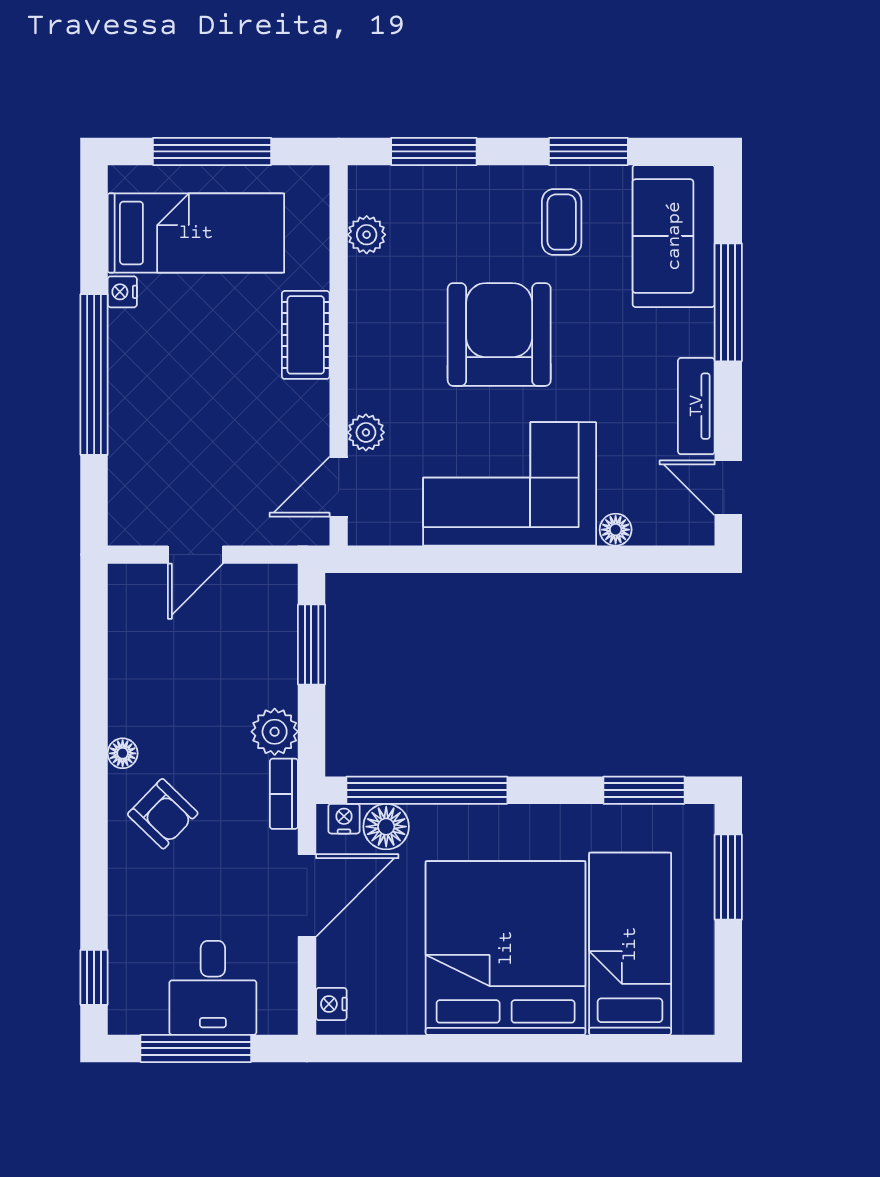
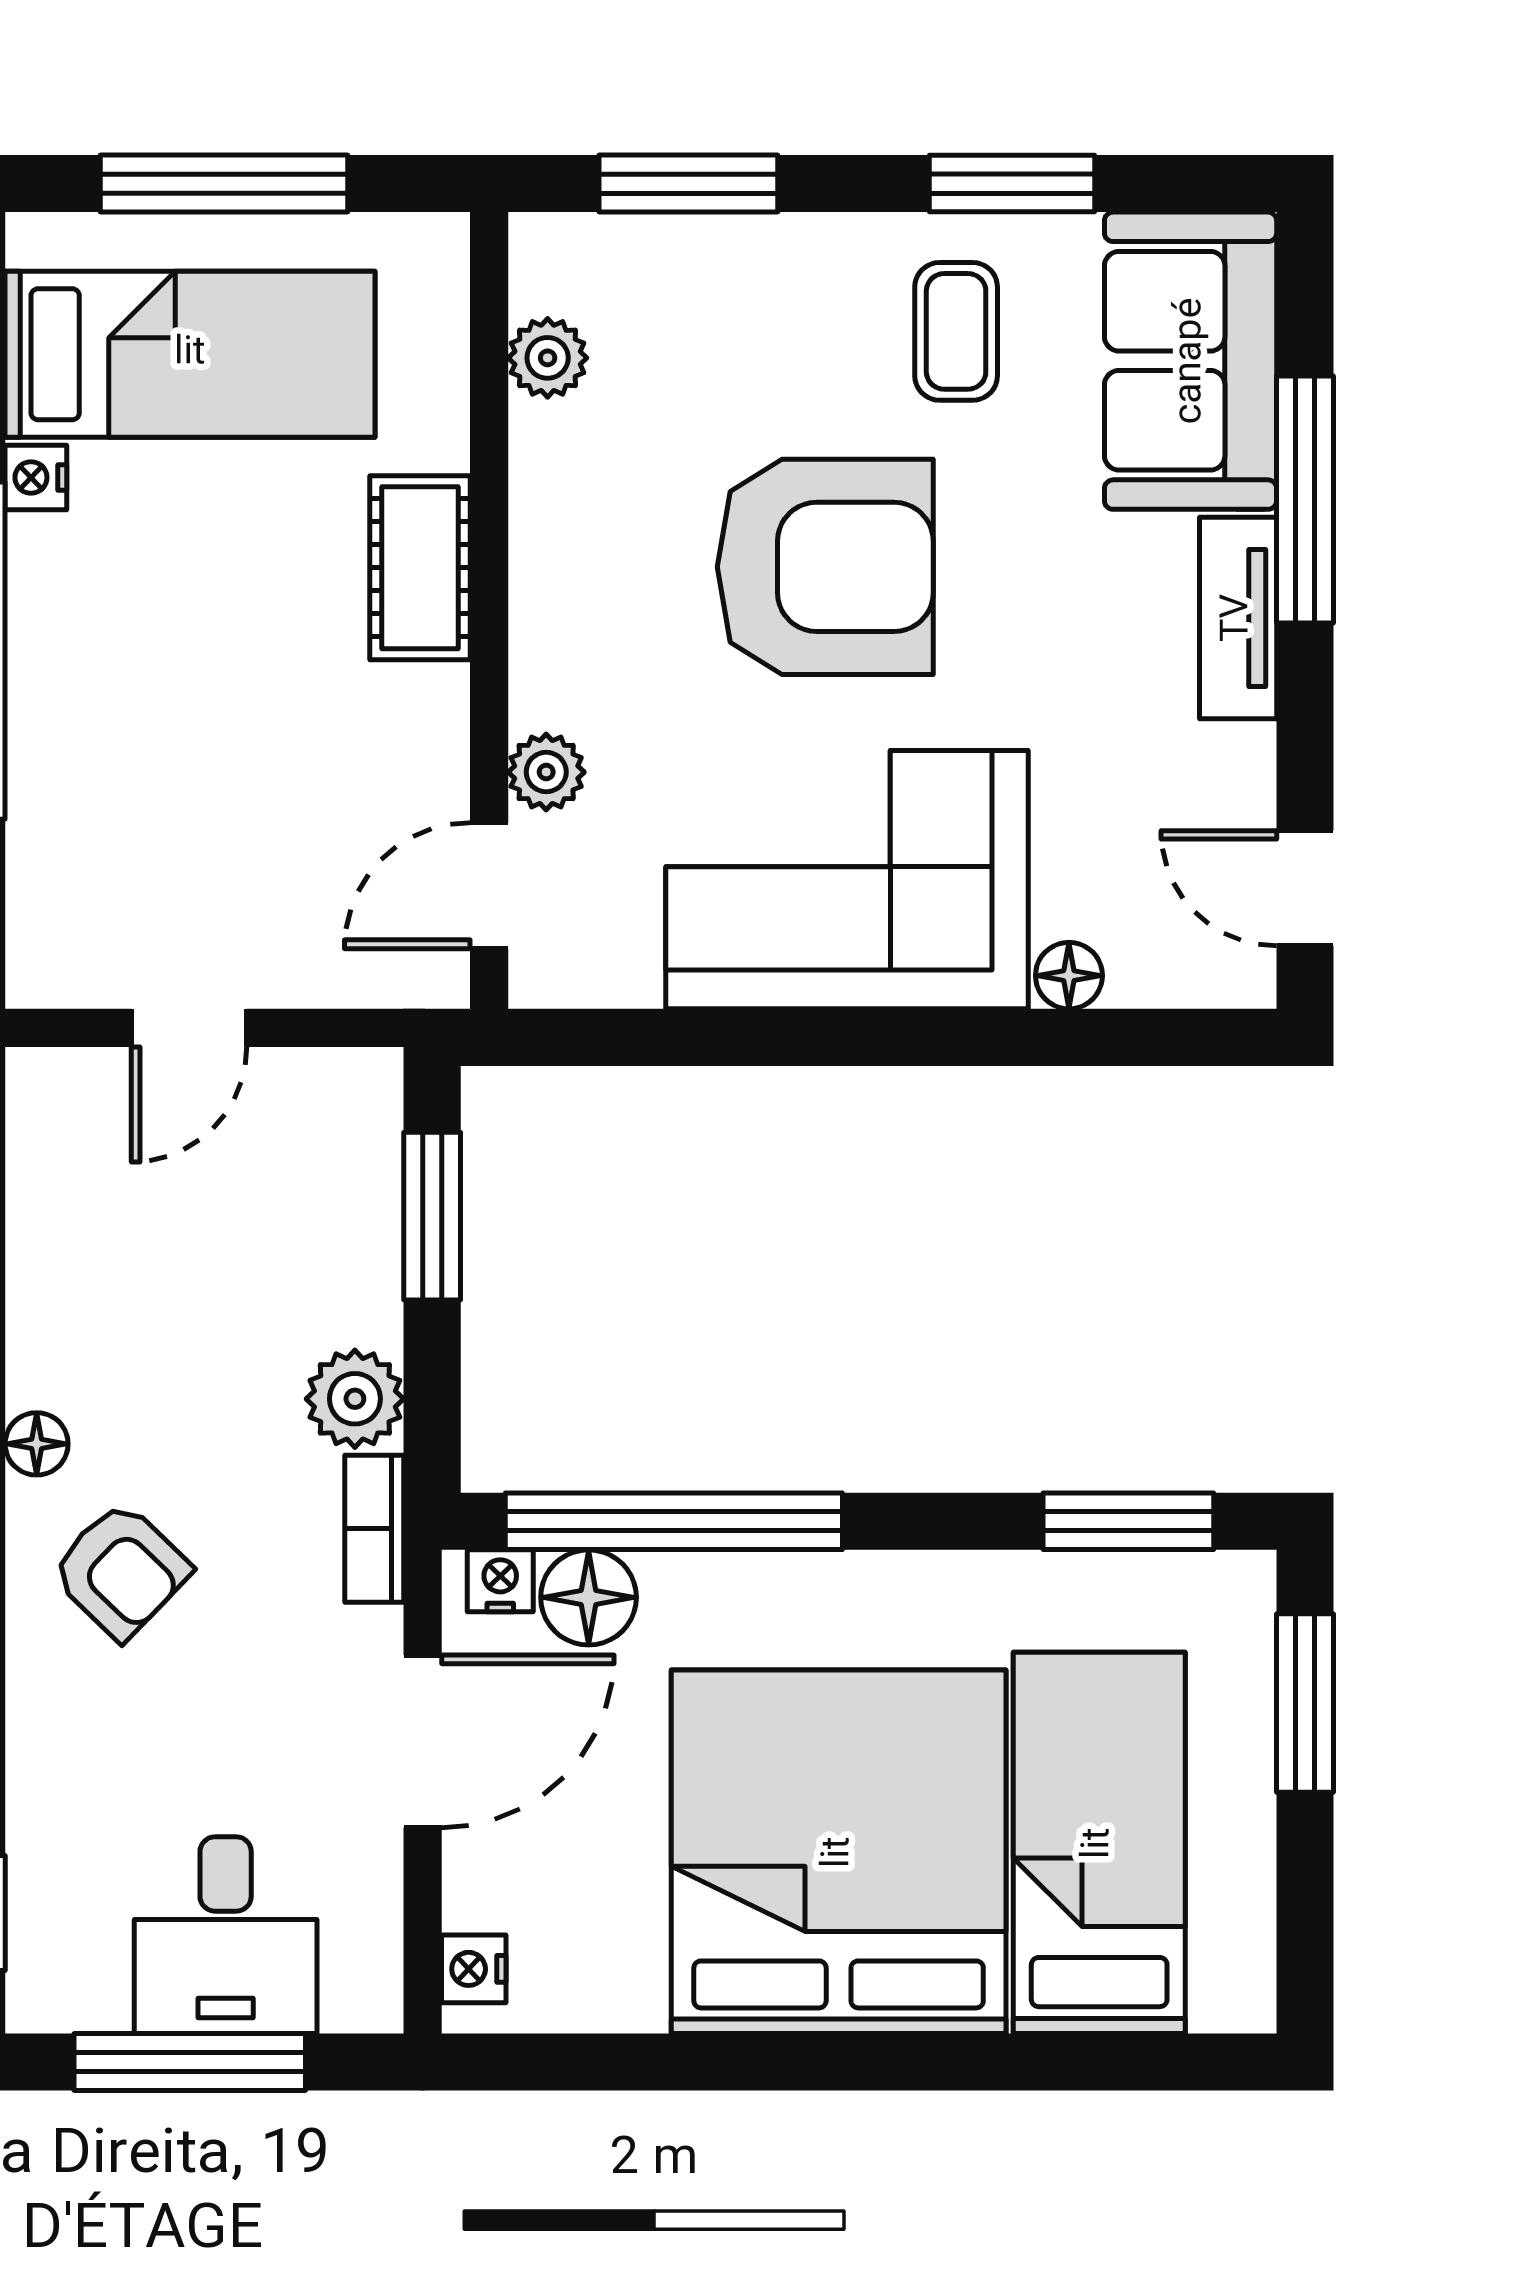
armchair: (499, 335) -> (825, 567), turned 90
tv unit: (696, 406) -> (1238, 618), moved

